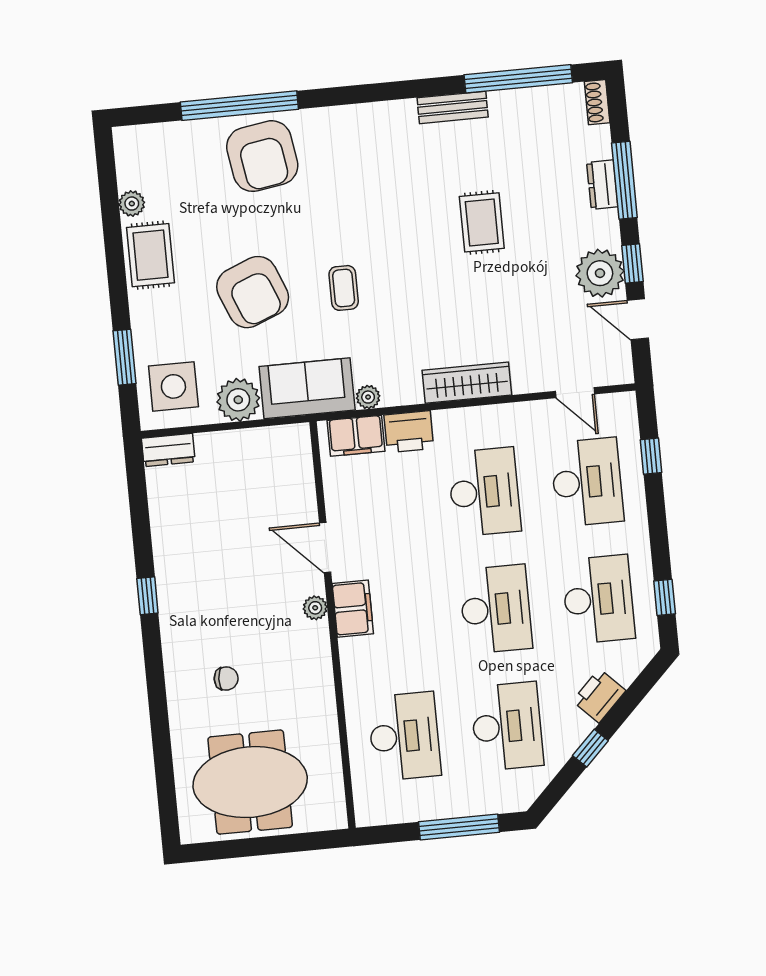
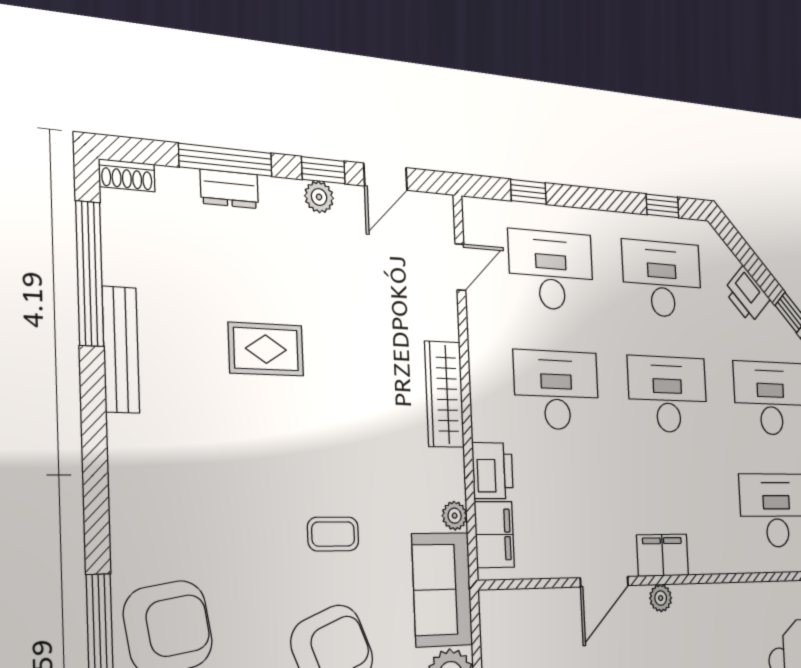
bench: (453, 107) -> (121, 350), width x1.36
plant: (600, 273) -> (319, 197), width x0.53, depth x0.53

